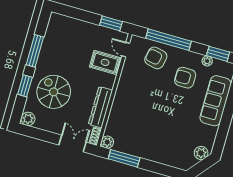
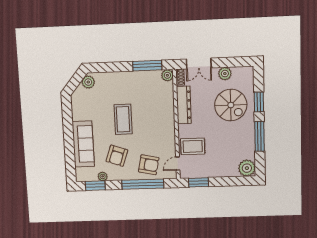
plant: (57, 22) -> (247, 168), added
door: (126, 50) -> (178, 164), swing flipped
armchair: (185, 78) -> (117, 156), turned 109
coffee table: (166, 113) -> (123, 119), added
plant: (28, 119) -> (225, 74), moved
plant: (201, 153) -> (88, 82), moved

